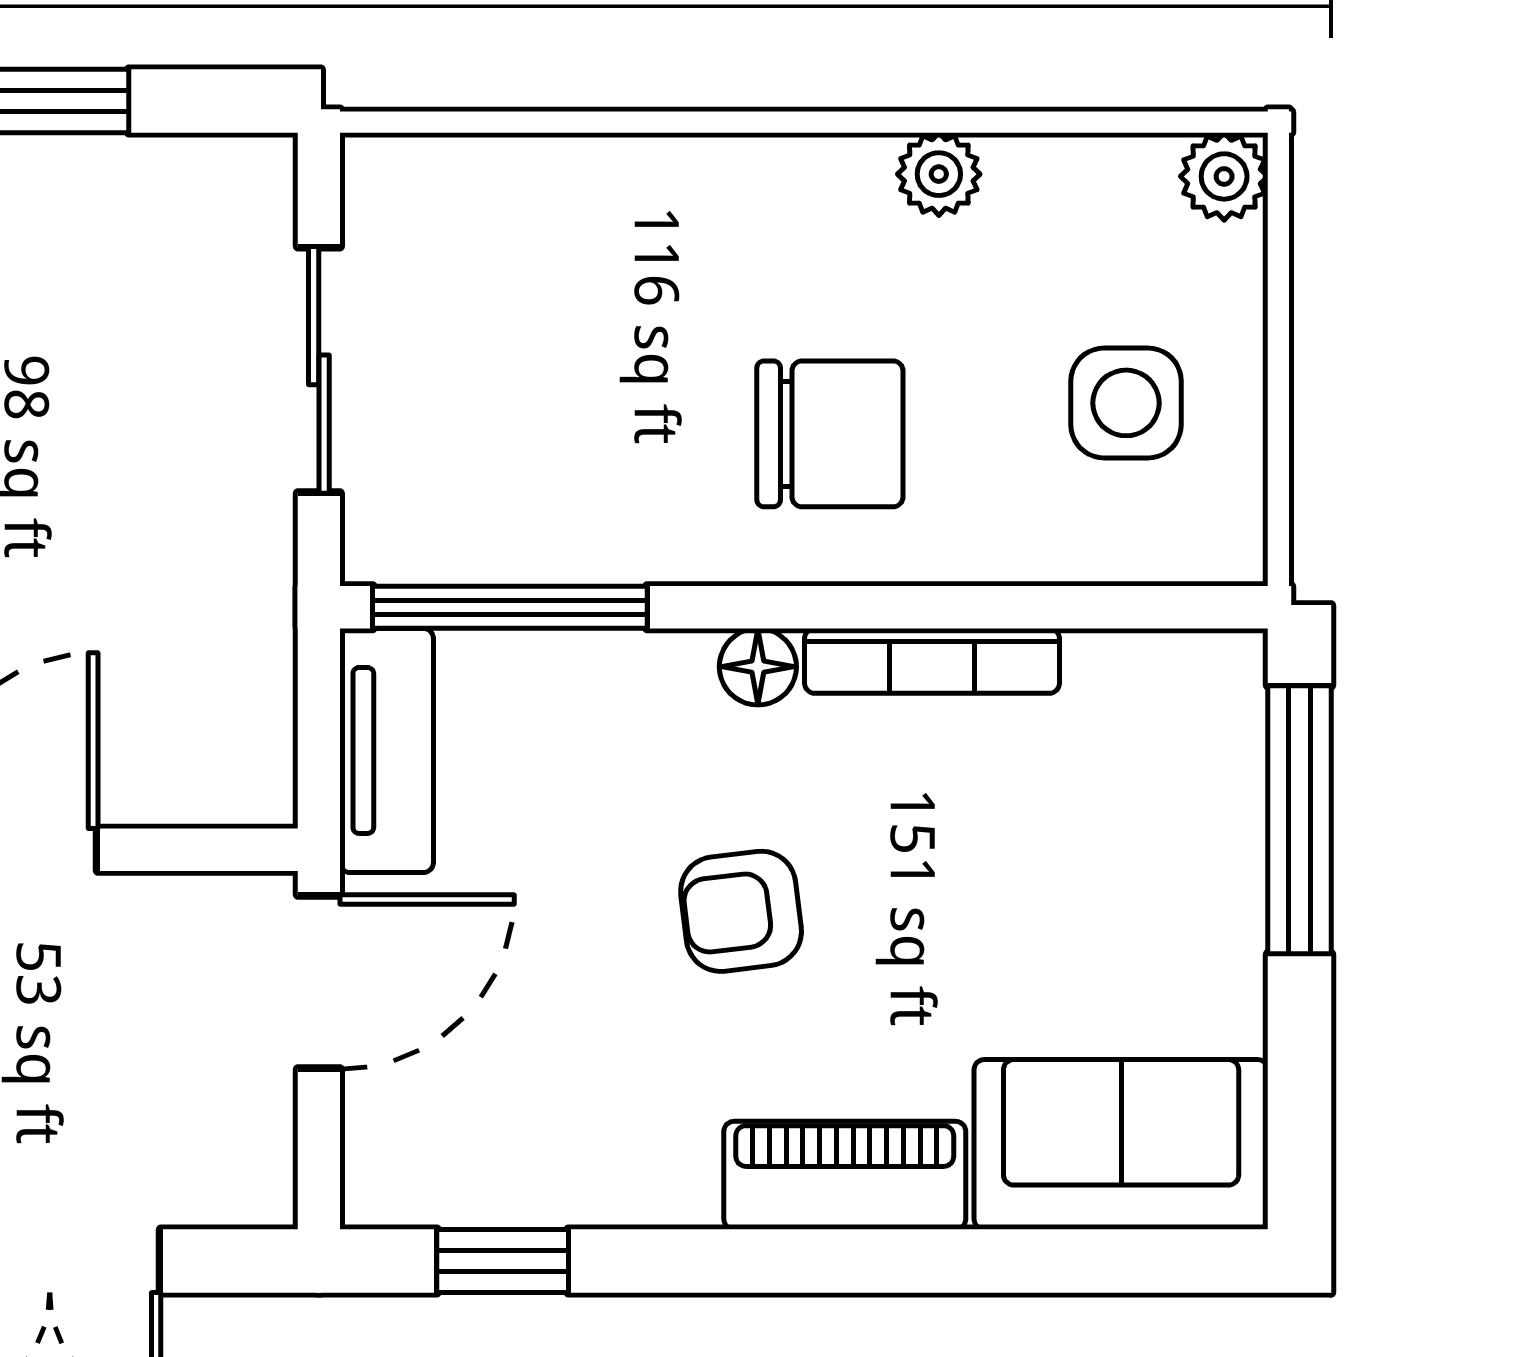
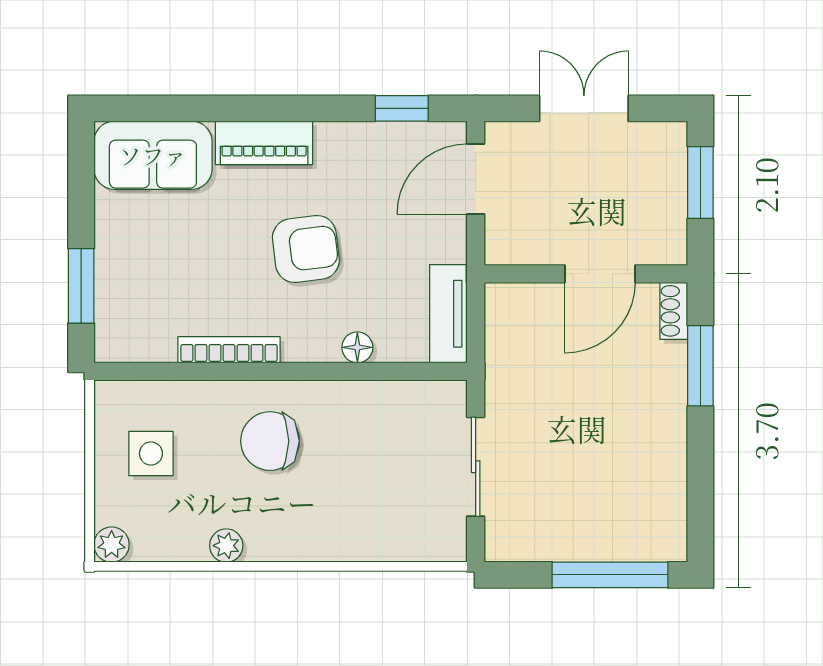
window: (510, 607) -> (399, 371), removed
floor lamp: (758, 667) -> (357, 347), moved
window: (1300, 820) -> (81, 286), width x0.69
armchair: (741, 911) -> (306, 249), width x1.38, depth x1.38
door: (319, 982) -> (476, 179), moved

